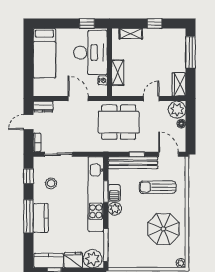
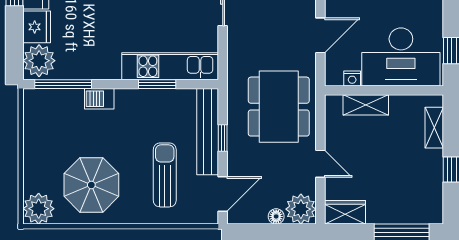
barbecue: (114, 193) -> (99, 99), moved
kitchen unit: (96, 194) -> (170, 66), width x0.73
plant: (115, 209) -> (127, 100), removed
plant: (181, 263) -> (39, 209), width x1.87, depth x1.87

